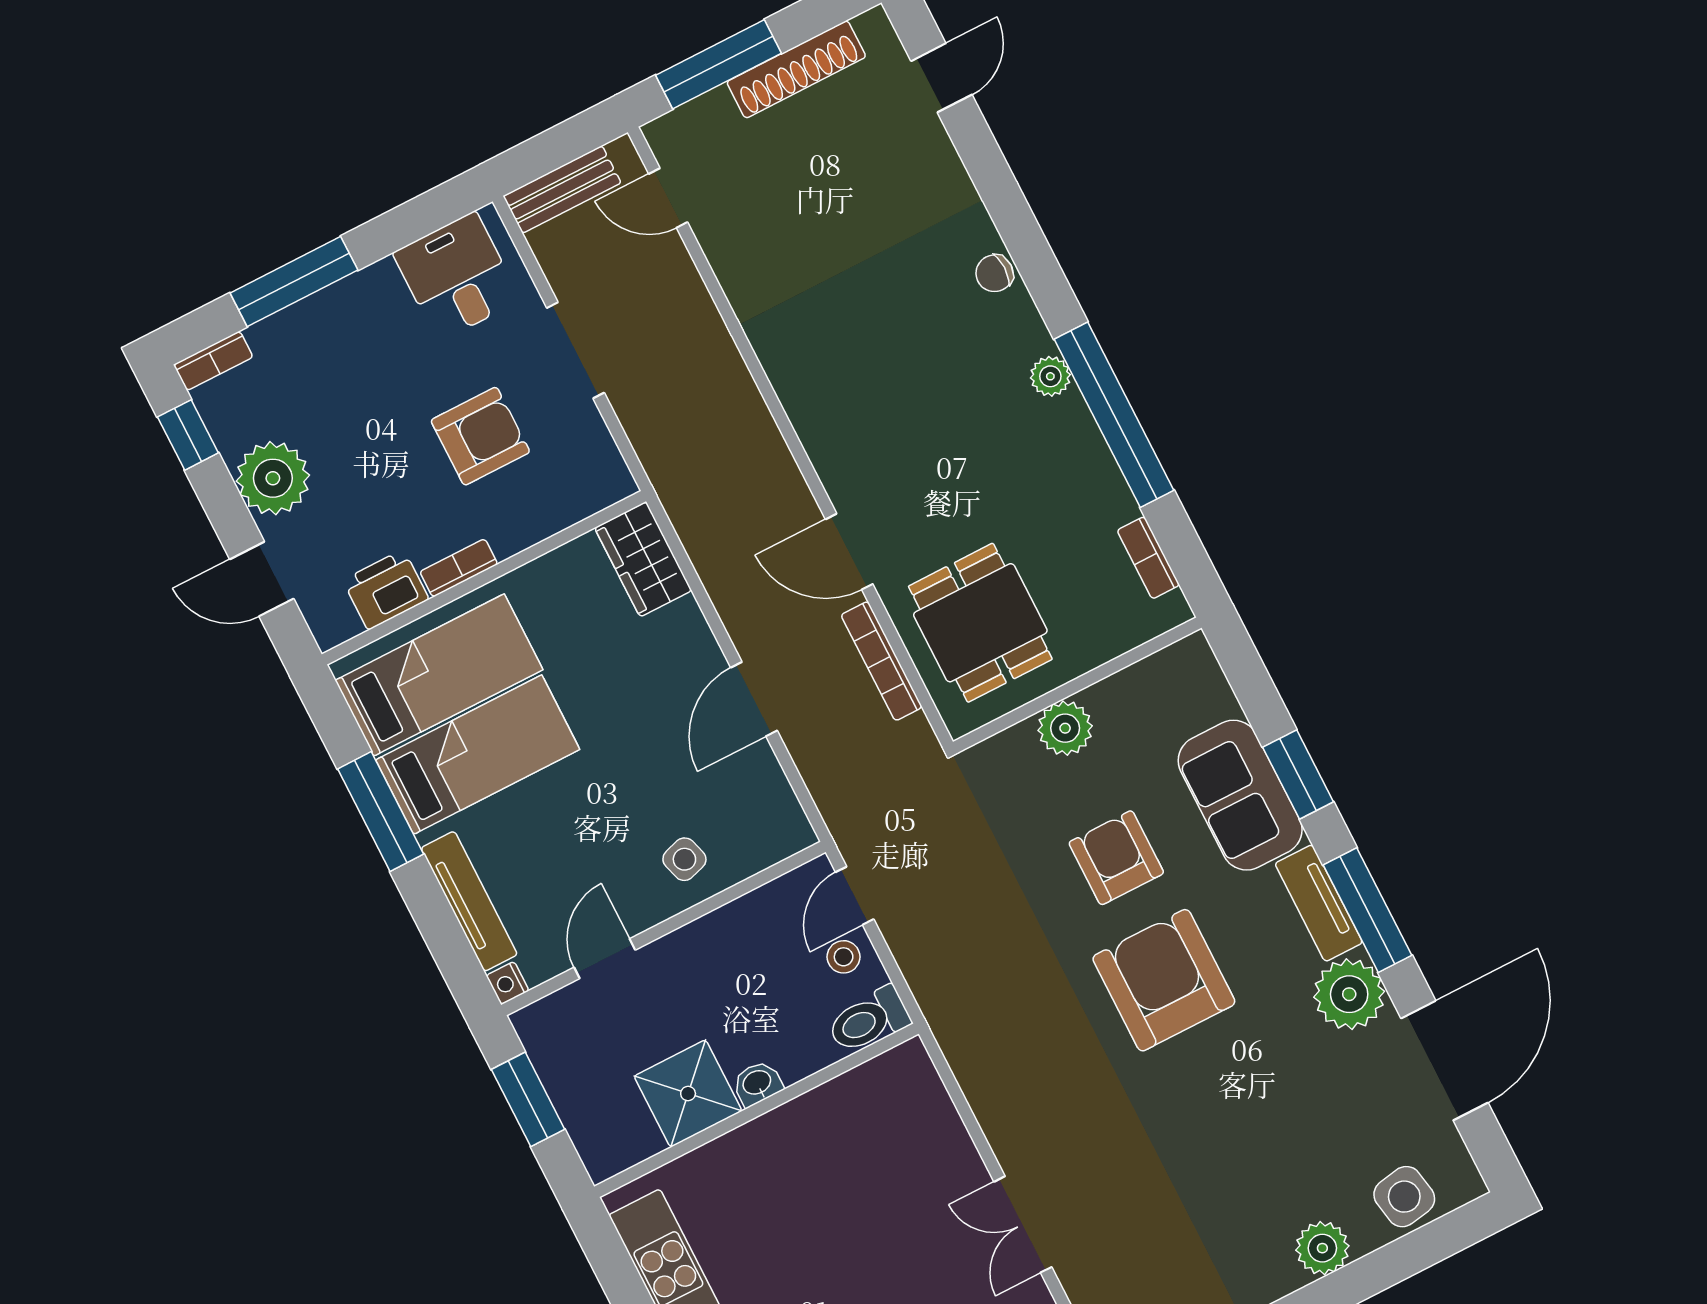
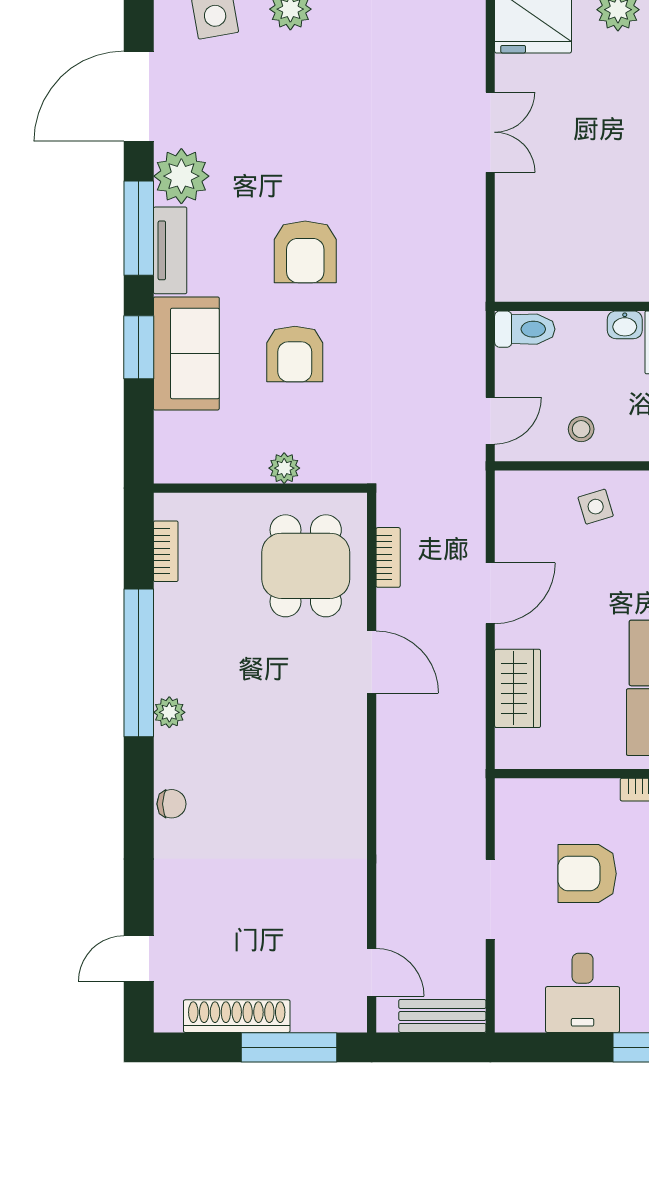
desk: (457, 277) -> (583, 993), moved
wardrobe: (643, 559) -> (518, 688), moved
bookcase: (882, 661) -> (388, 557), width x0.64
plant: (1065, 728) -> (284, 468), width x0.73, depth x0.73
stool: (844, 957) -> (581, 429), moved
armchair: (1164, 980) -> (305, 252), width x0.73, depth x0.73

